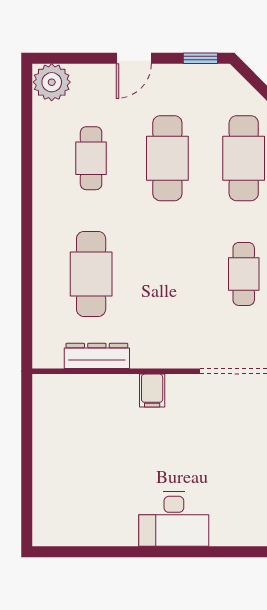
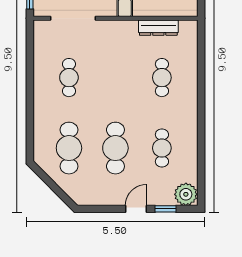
window: (200, 58) -> (165, 209), moved
cafe table: (91, 274) -> (162, 78), width x0.73, depth x0.74

